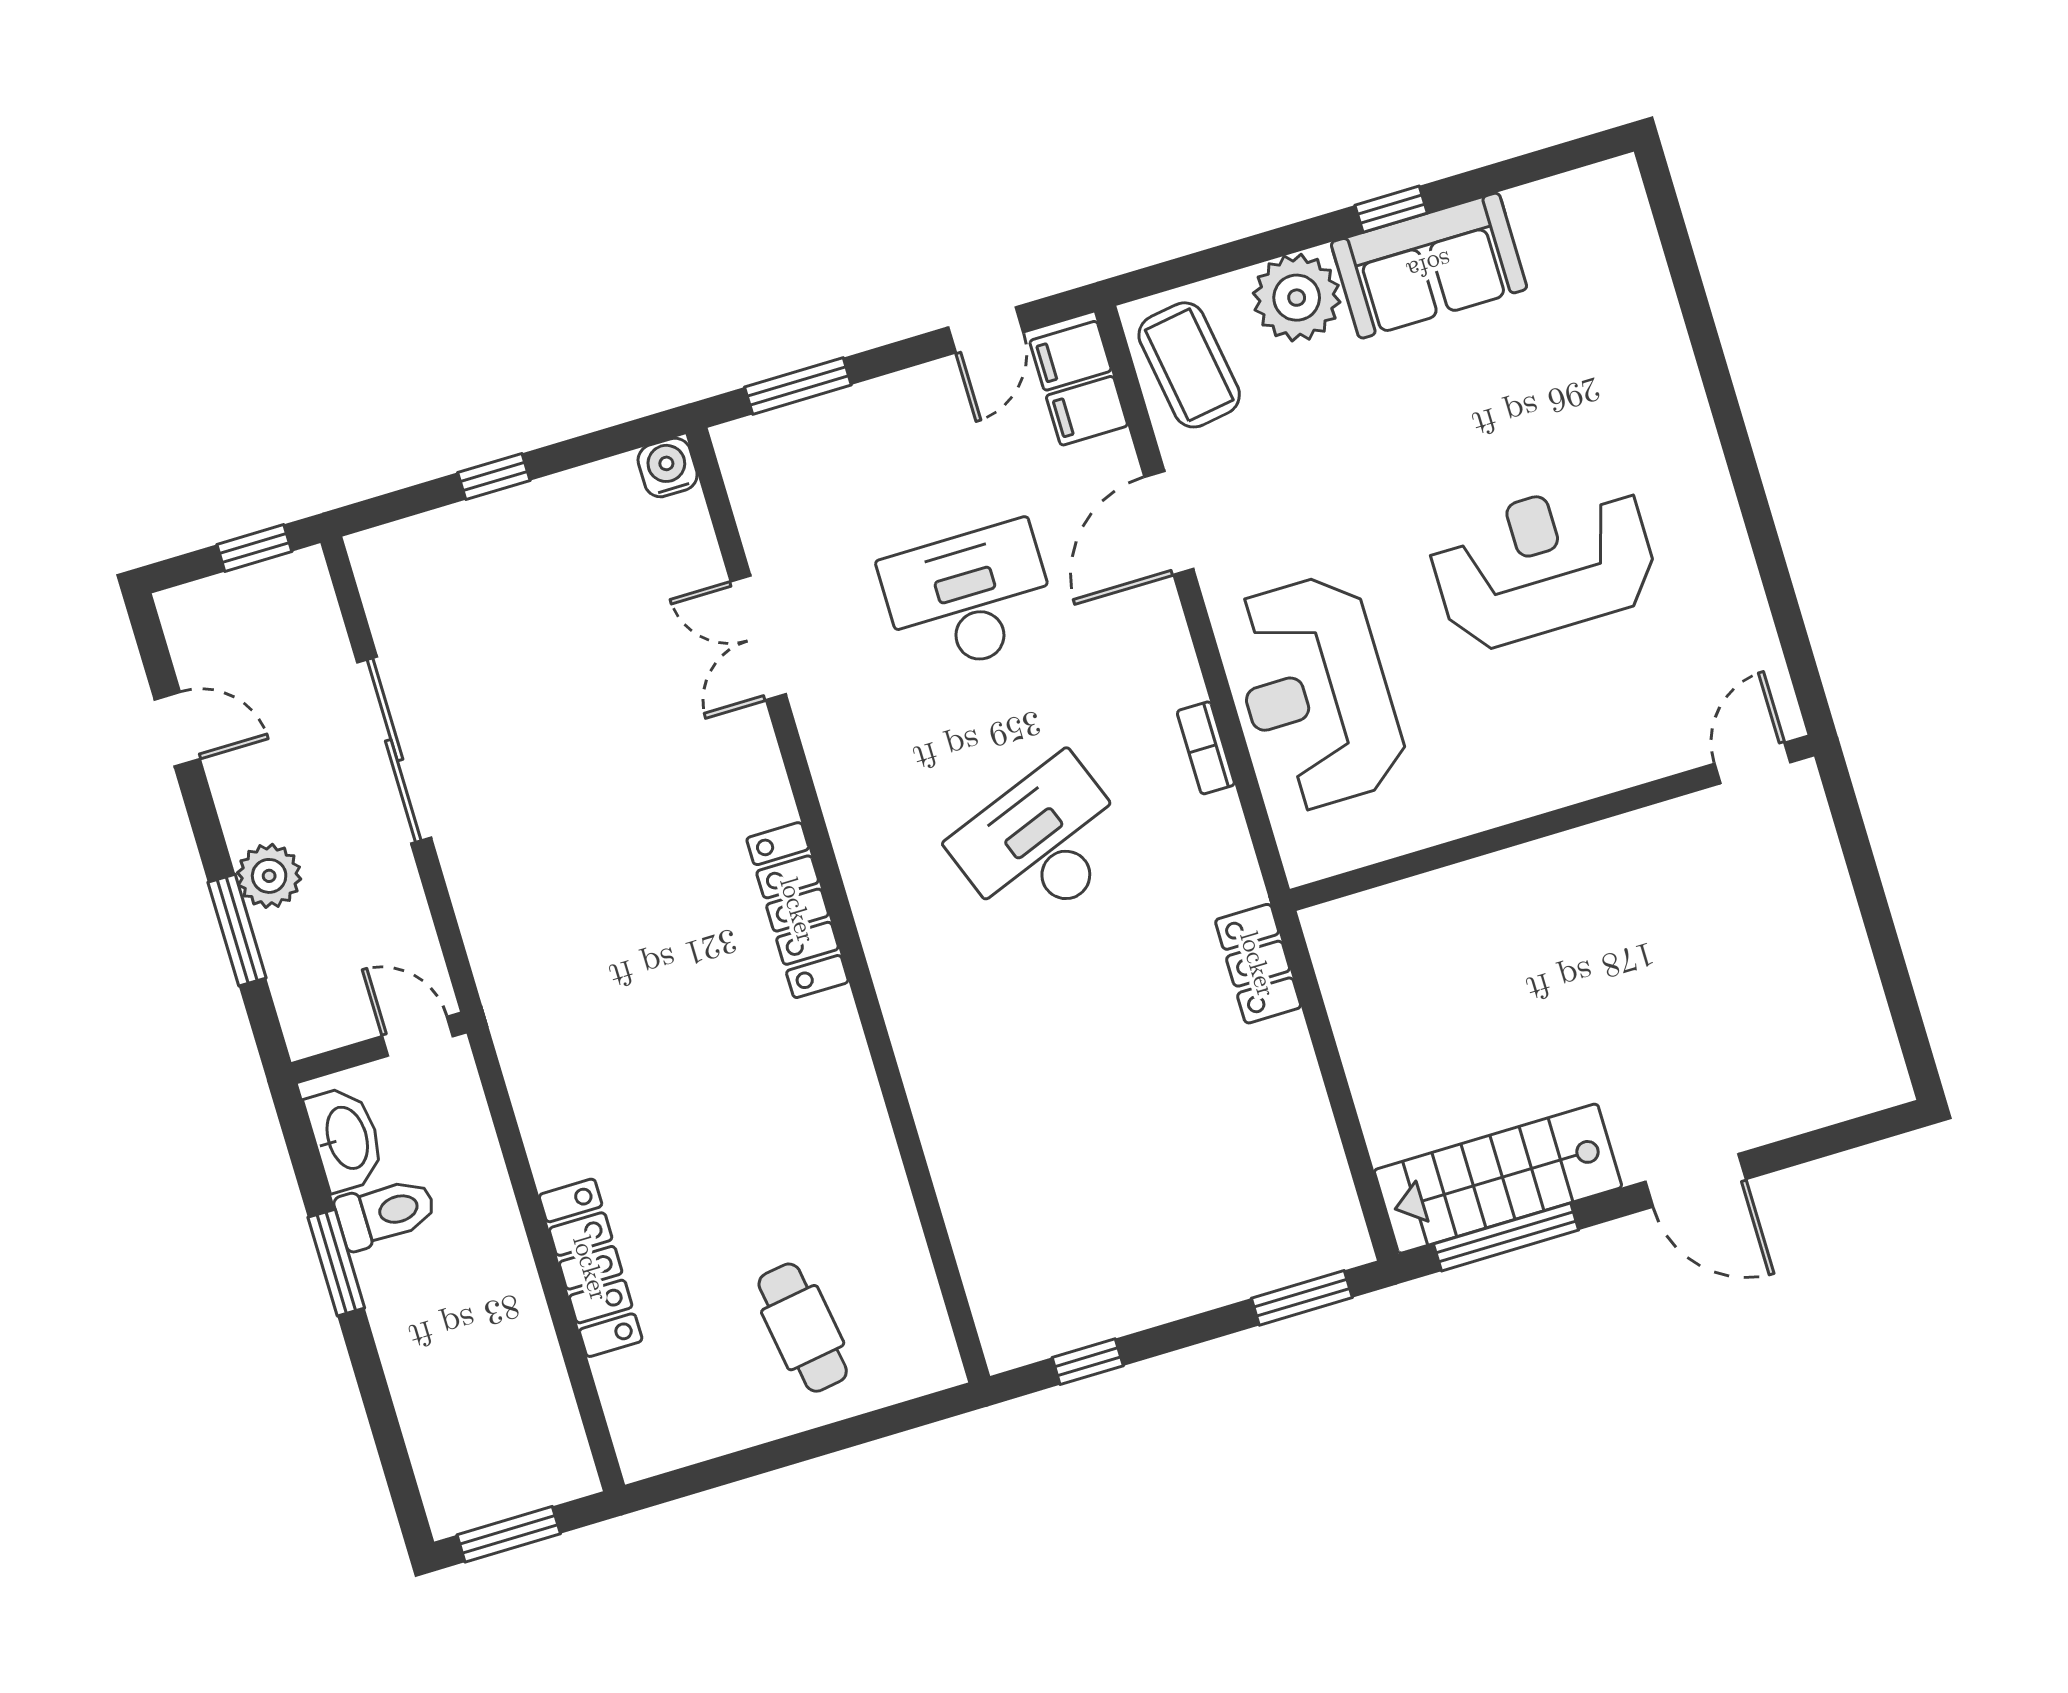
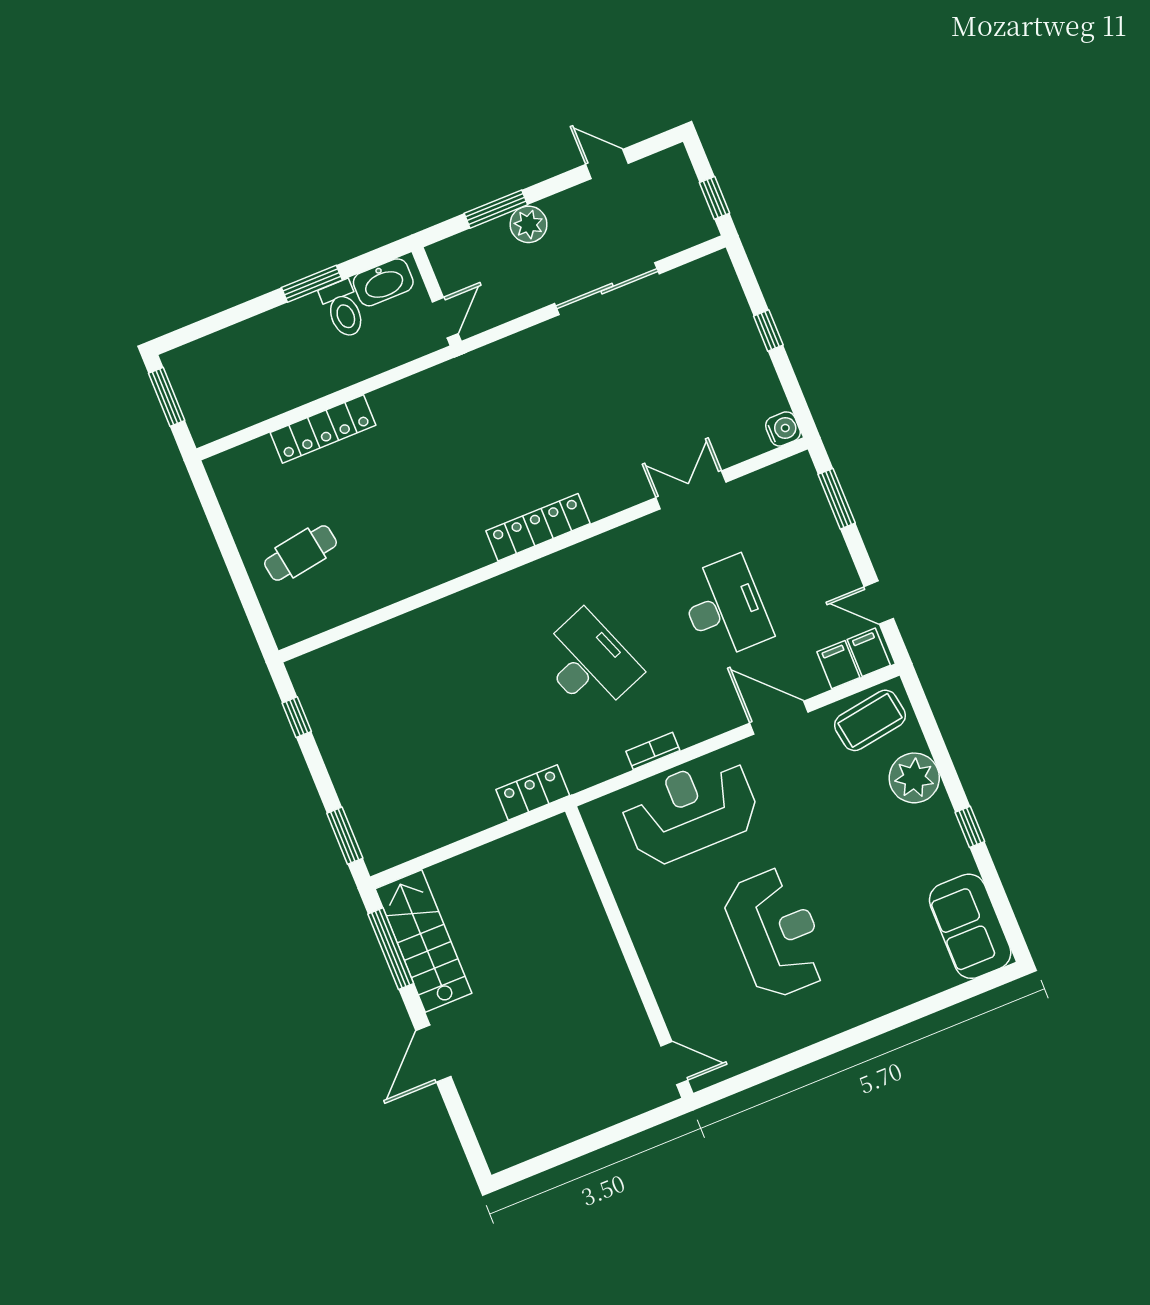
sofa: (1429, 266) -> (970, 926), moved
door: (177, 729) -> (607, 164), swing flipped

